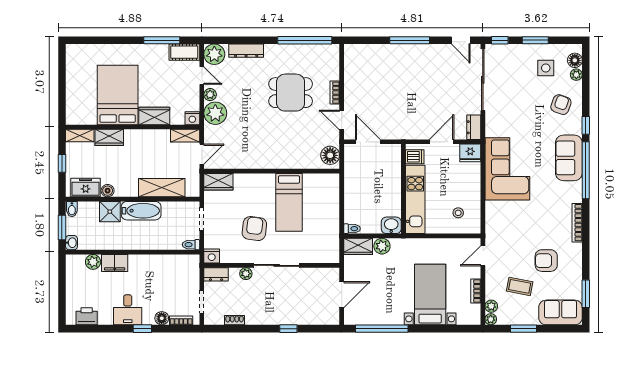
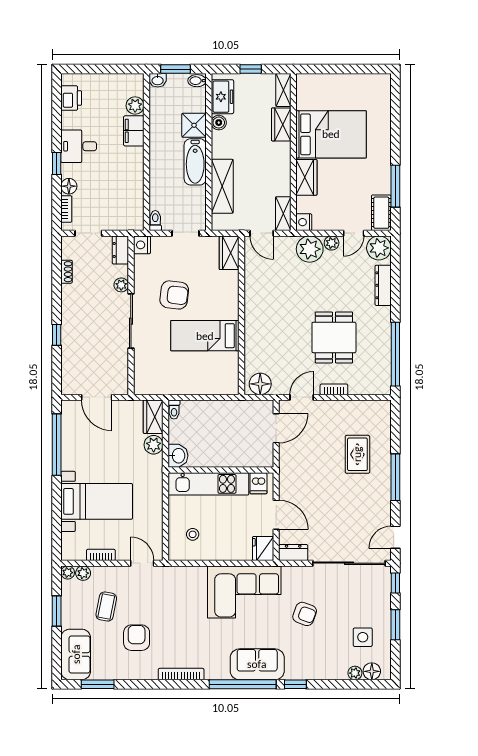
rug: (390, 73) -> (357, 454), added
armchair: (561, 105) -> (305, 614), moved

